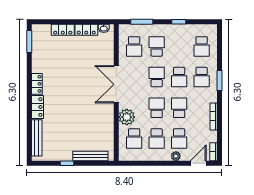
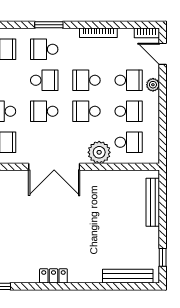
school desk: (202, 77) -> (44, 49), turned 180
locker: (37, 107) -> (85, 275), removed
window: (67, 163) -> (163, 257), moved

